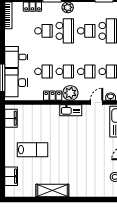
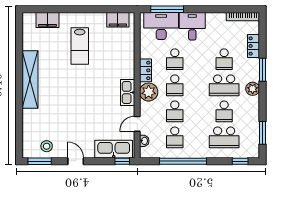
door: (97, 102) -> (137, 124), swing flipped
shelving: (52, 191) -> (30, 79), width x1.47

